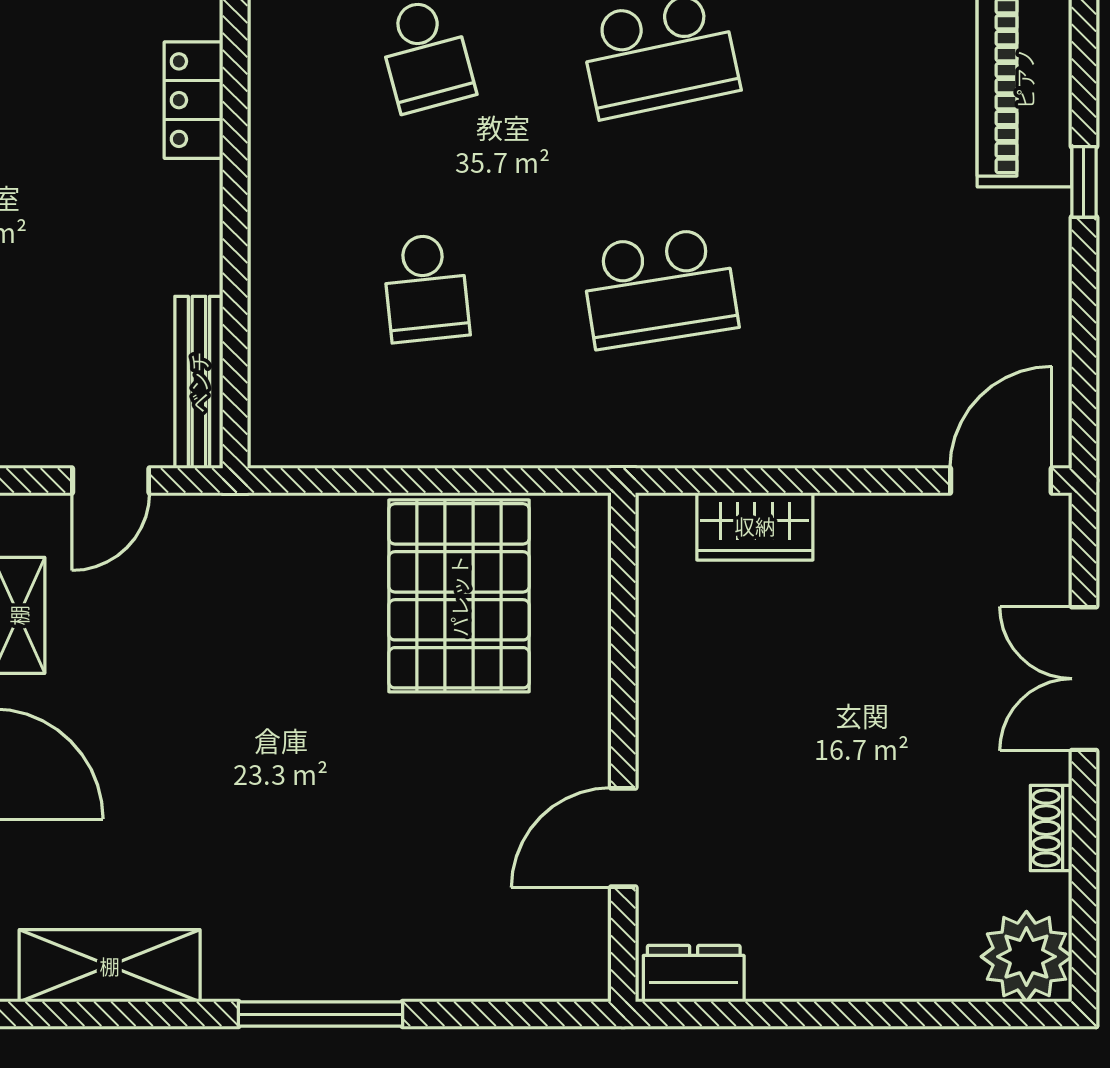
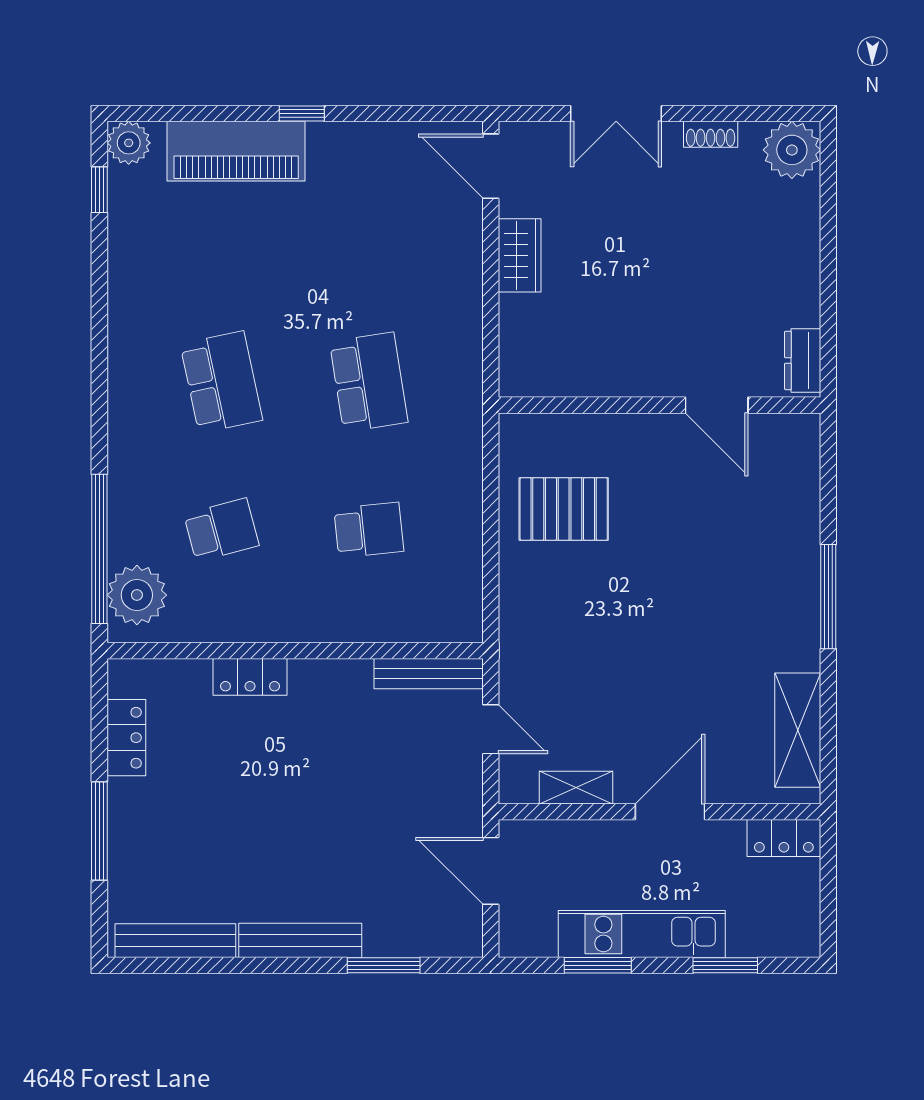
wardrobe: (755, 526) -> (520, 255), moved
pallet: (459, 596) -> (564, 509), width x0.73, depth x0.71

